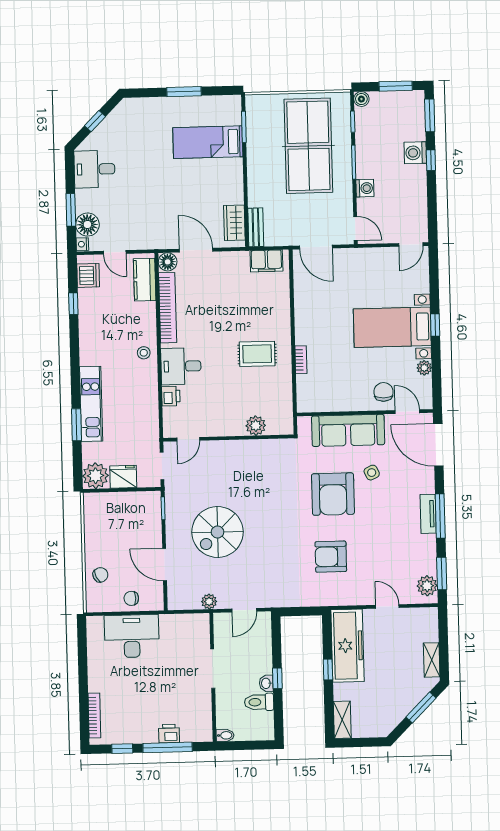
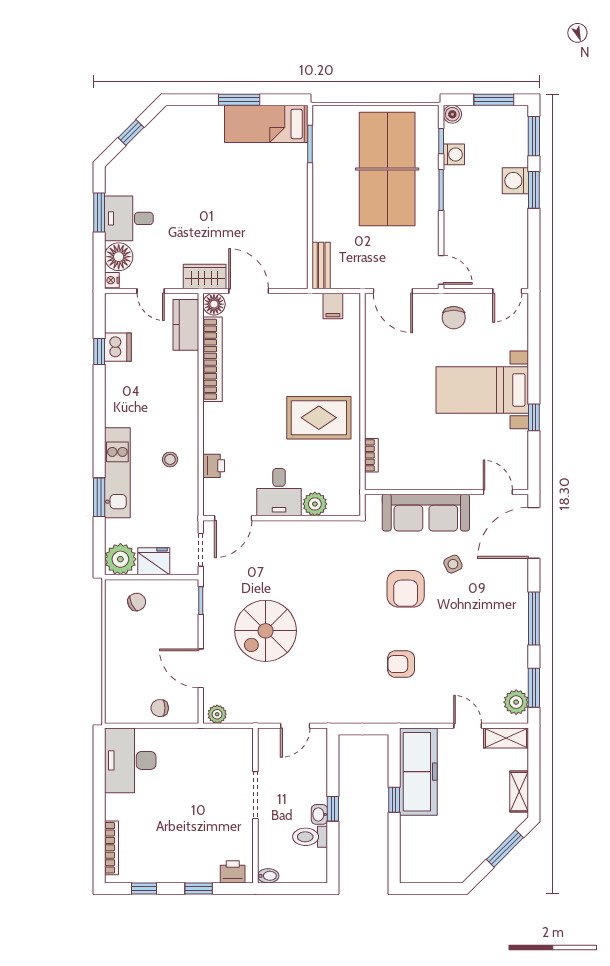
bed: (208, 142) -> (266, 124), moved
window: (431, 160) -> (534, 190), width x1.50
desk: (94, 169) -> (129, 218), moved
washing machine: (365, 188) -> (454, 154), moved
window: (71, 210) -> (99, 213), moved
wardrobe: (234, 223) -> (205, 276), moved, turned 90
filing cabinet: (266, 261) -> (333, 306), width x0.50
dishwasher: (88, 275) -> (118, 347), moved
window: (435, 325) -> (534, 417), moved
stool: (144, 353) -> (170, 459), moved
rug: (257, 354) -> (319, 418), width x1.36, depth x1.43
bookcase: (301, 360) -> (371, 455), moved
desk: (181, 366) -> (279, 492), moved, turned -90
plant: (424, 368) -> (519, 440), removed
chair: (384, 392) -> (454, 318), moved, turned 180
door: (188, 439) -> (233, 518), width x1.38
door: (438, 445) -> (534, 533), hinge flipped
armchair: (333, 494) -> (406, 589), width x0.73, depth x0.73
tv unit: (428, 514) -> (520, 616), removed
armchair: (331, 557) -> (401, 664), width x0.72, depth x0.72
chair: (100, 575) -> (137, 602), moved
plant: (209, 602) -> (217, 714), moved
desk: (132, 636) -> (130, 760), moved, turned -90
shelving: (342, 720) -> (506, 738), moved, turned 90
printer: (169, 734) -> (233, 872), moved
window: (168, 747) -> (199, 888), width x0.46

